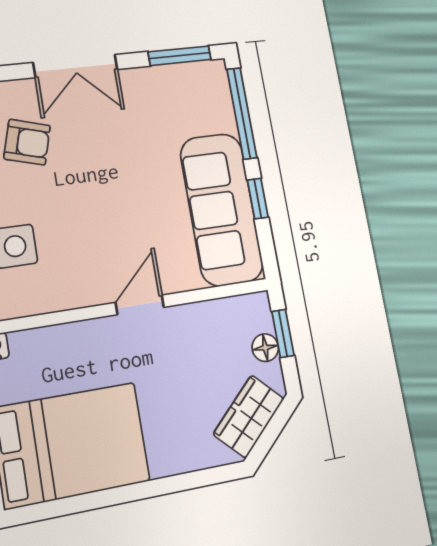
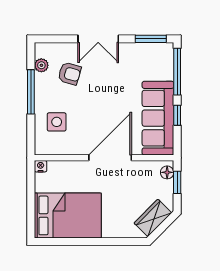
door: (140, 305) -> (110, 158), width x1.88
floor lamp: (265, 348) -> (167, 172), moved

